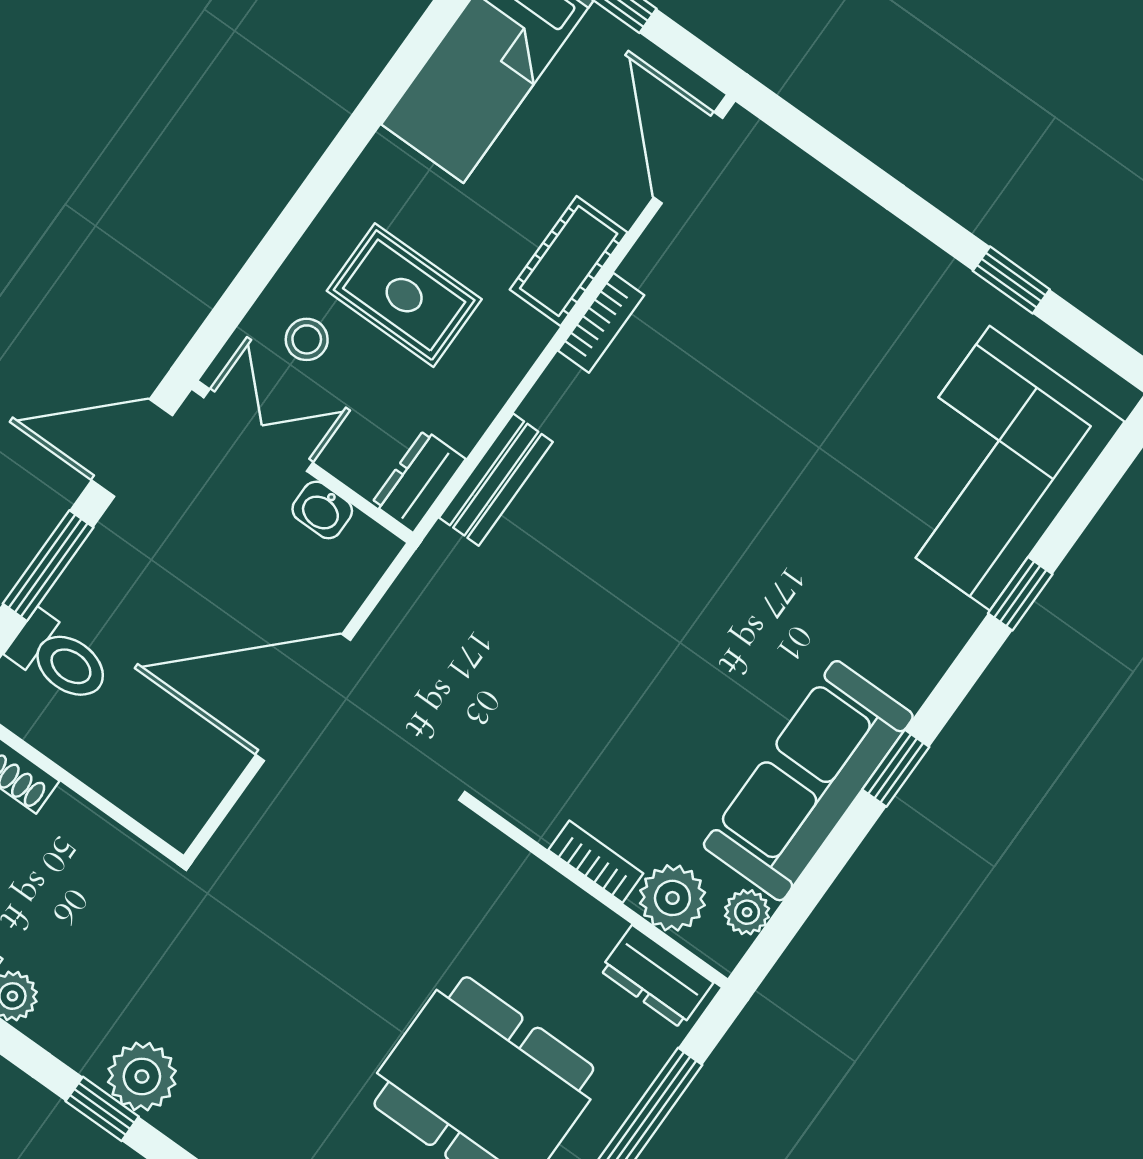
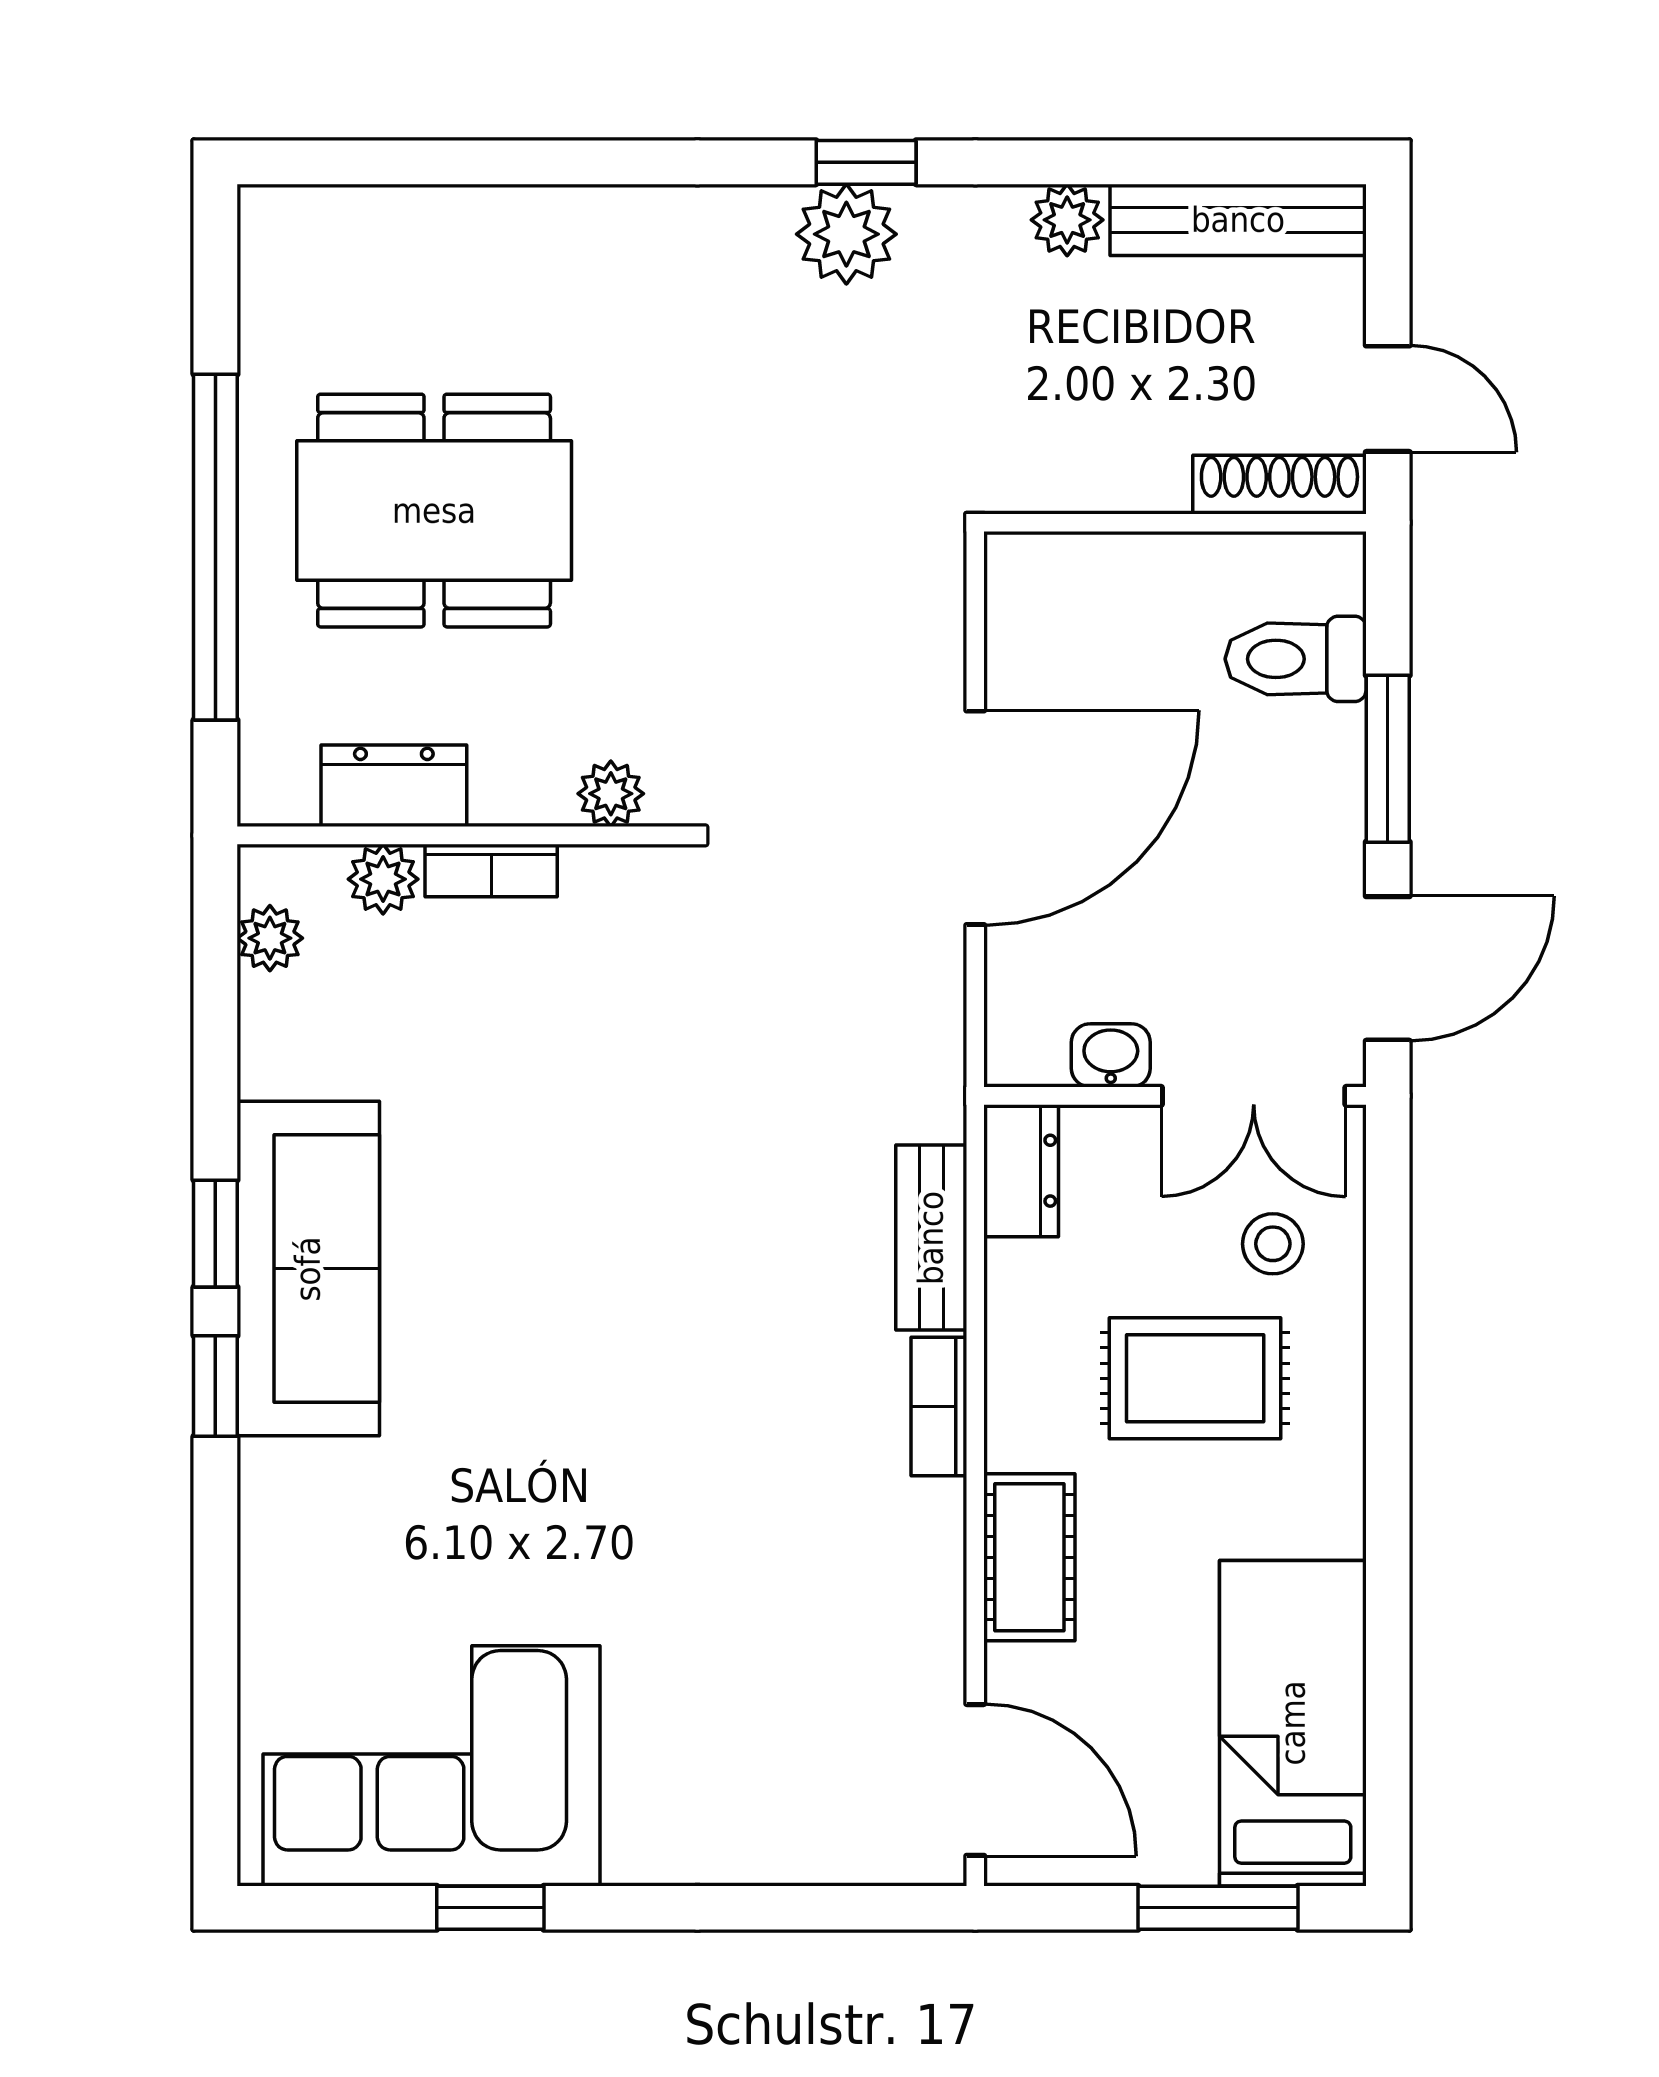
bookcase: (601, 323) -> (939, 1406), moved
corner sofa: (990, 468) -> (432, 1766), moved, turned -90
window: (1020, 594) -> (215, 1386), moved
sofa: (808, 781) -> (308, 1269), moved
plant: (498, 857) -> (611, 794), added
plant: (672, 898) -> (383, 879), width x0.73, depth x0.73
dresser: (656, 977) -> (394, 786), moved

